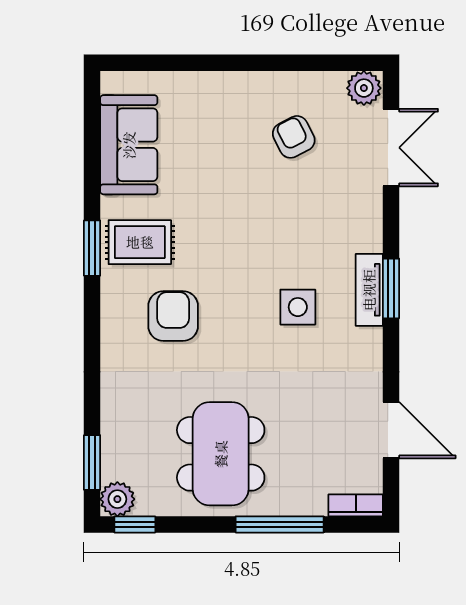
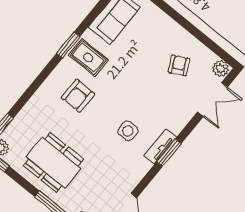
armchair: (173, 316) -> (78, 96), turned 180
dining table: (221, 454) -> (53, 163), turned 90

